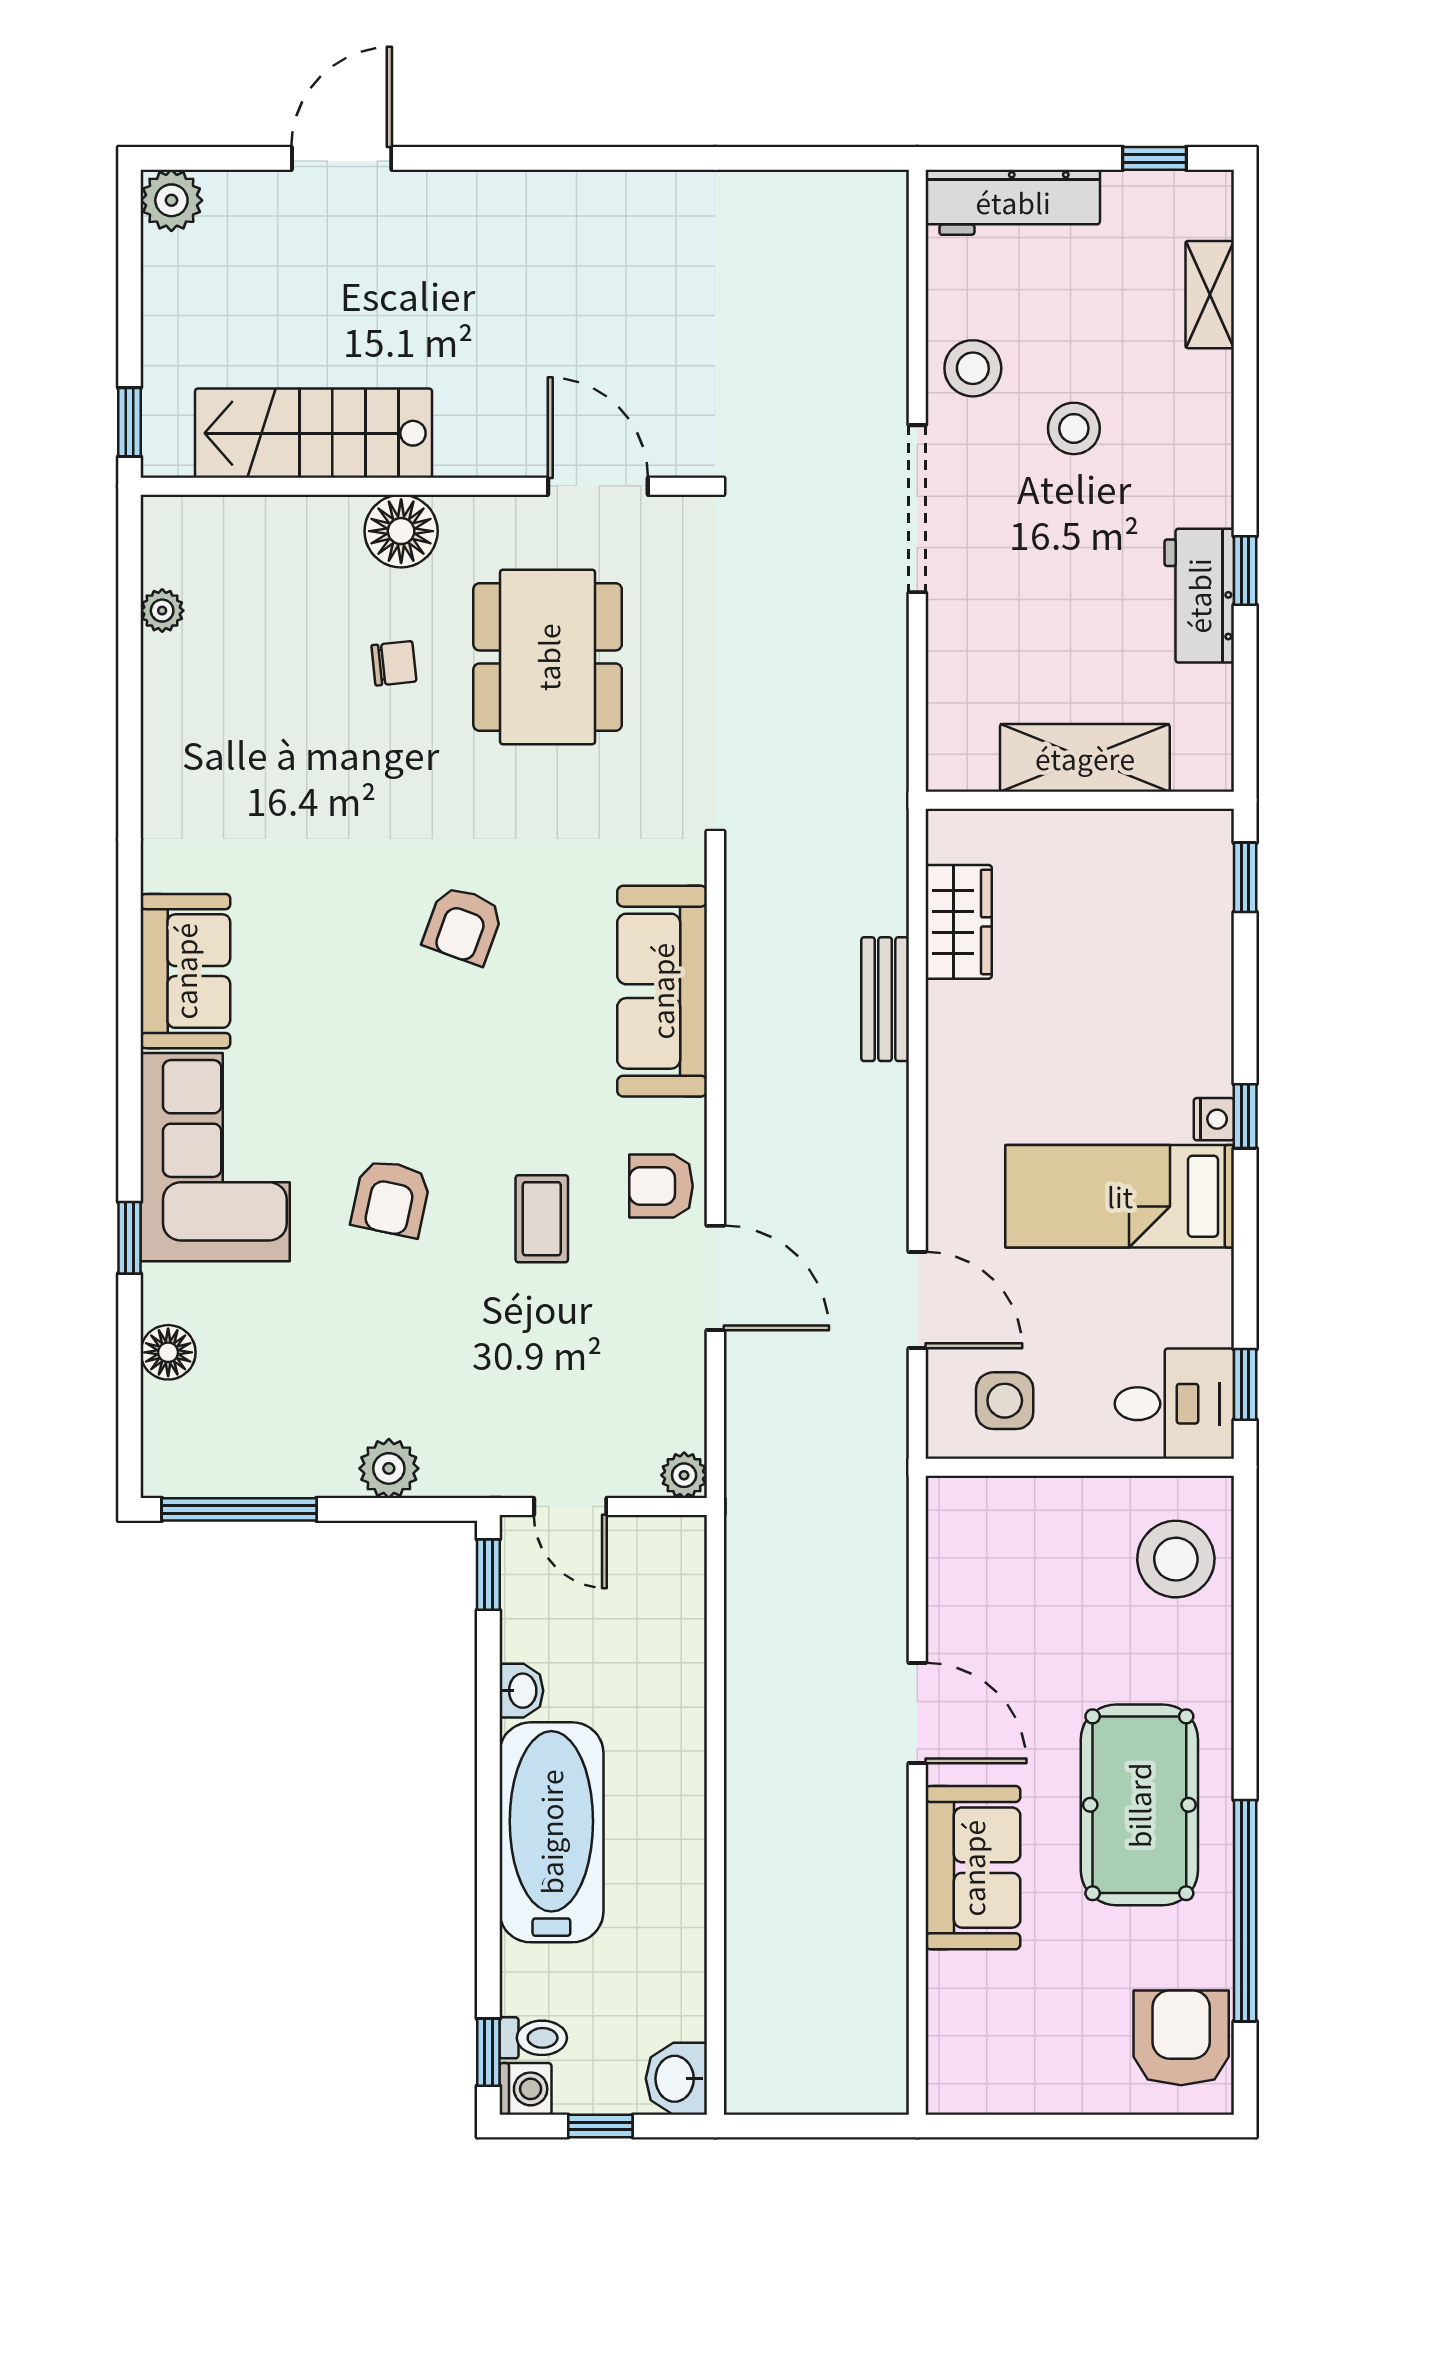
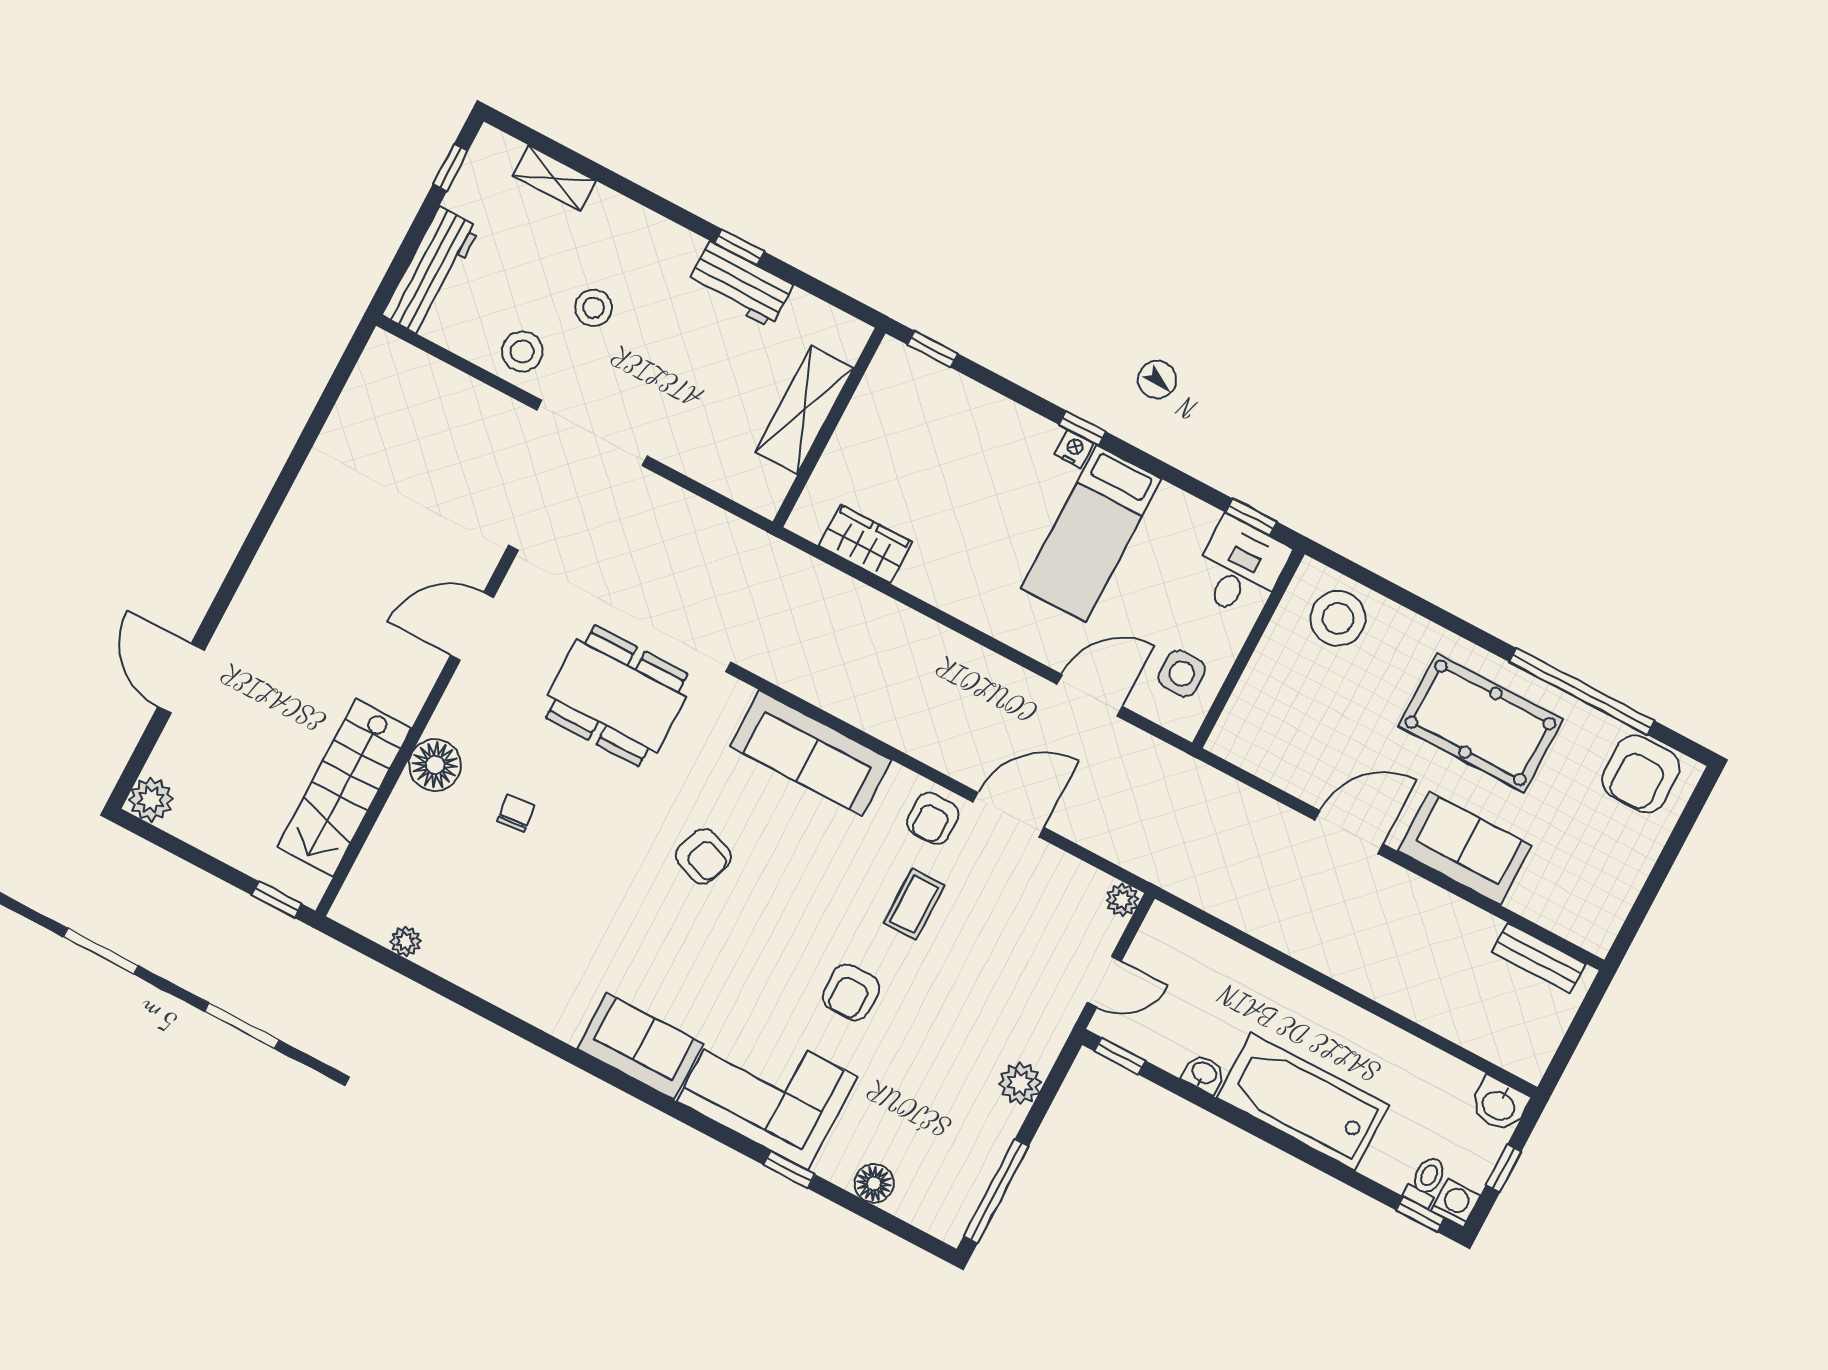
dining table: (548, 657) -> (617, 696), moved
bench: (885, 999) -> (1539, 958), moved
armchair: (391, 1198) -> (851, 992), turned 78
coffee table: (542, 1219) -> (914, 904), turned 90
armchair: (1181, 2038) -> (1641, 774), turned -90

